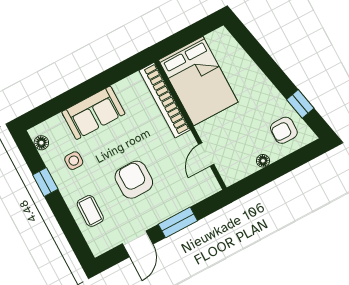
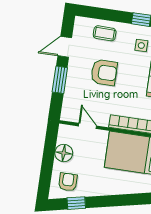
floor lamp: (263, 161) -> (64, 153), width x1.89, depth x1.89
door: (138, 244) -> (65, 47), hinge flipped

